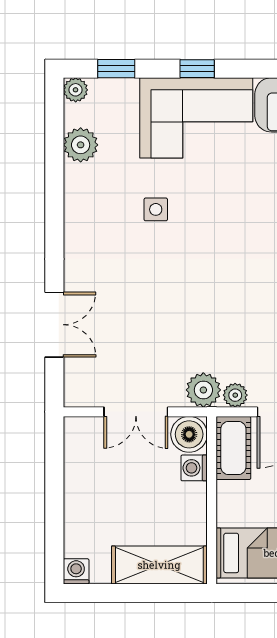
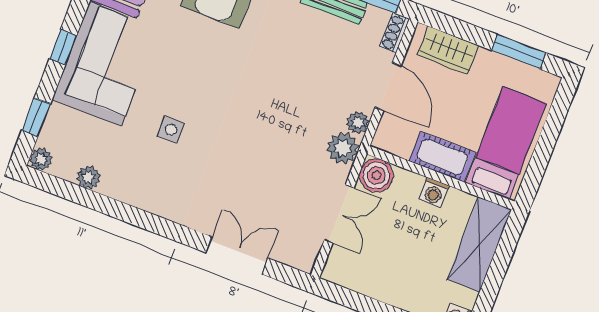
plant: (81, 145) -> (89, 177), width x0.73, depth x0.73
cot: (233, 448) -> (442, 157), moved
washing machine: (194, 468) -> (434, 193), moved

